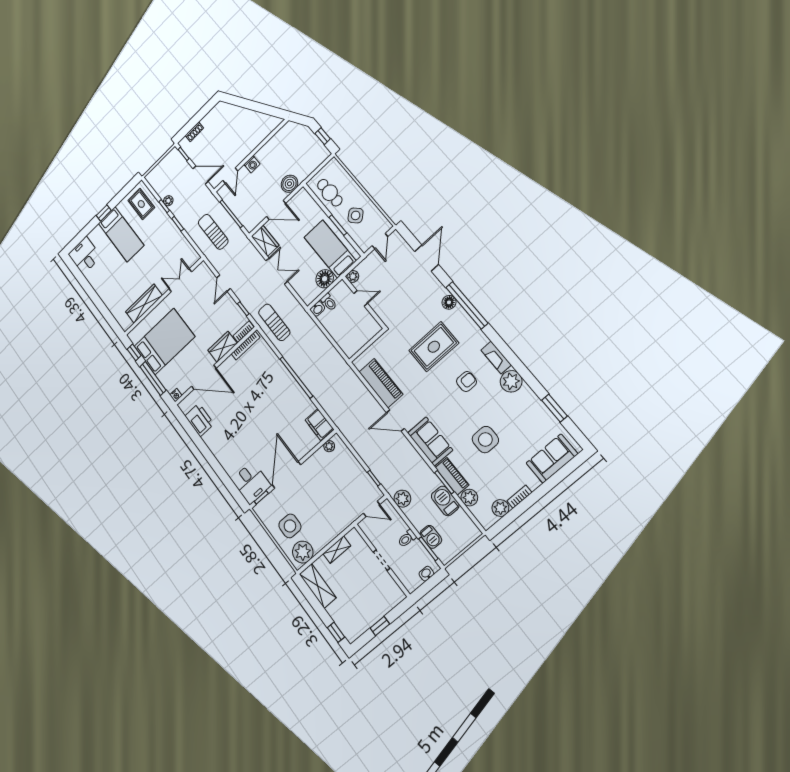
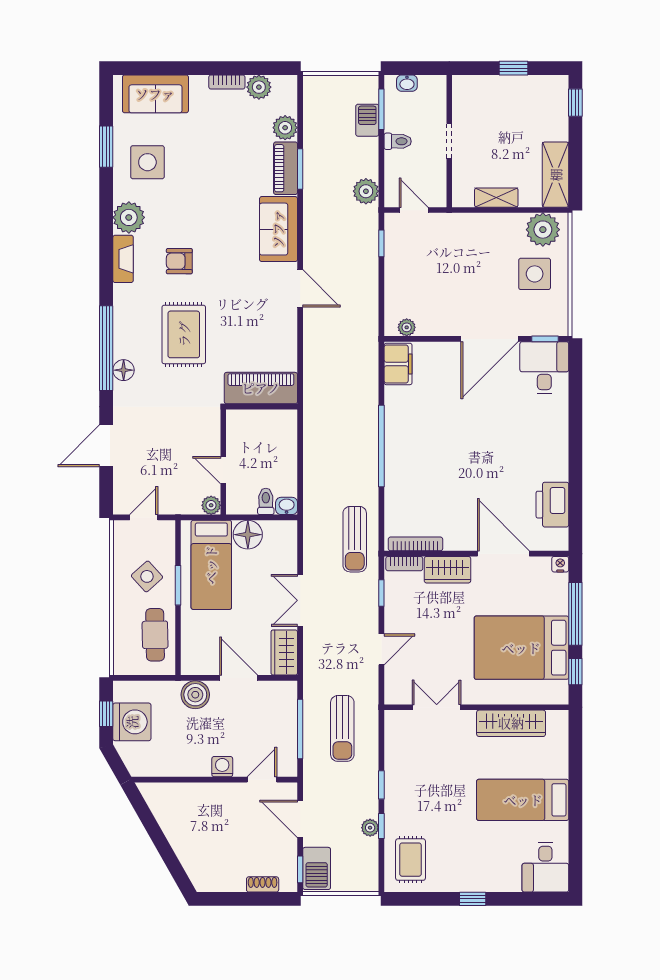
washing machine: (308, 144) -> (132, 722), added
bed: (121, 234) -> (523, 800), moved, turned -90
double door: (180, 280) -> (437, 707), swing flipped
rug: (434, 347) -> (184, 334), turned 90
piano: (381, 383) -> (261, 388), moved, turned 90
side table: (485, 440) -> (147, 162), moved
barbecue: (445, 501) -> (317, 868), moved

